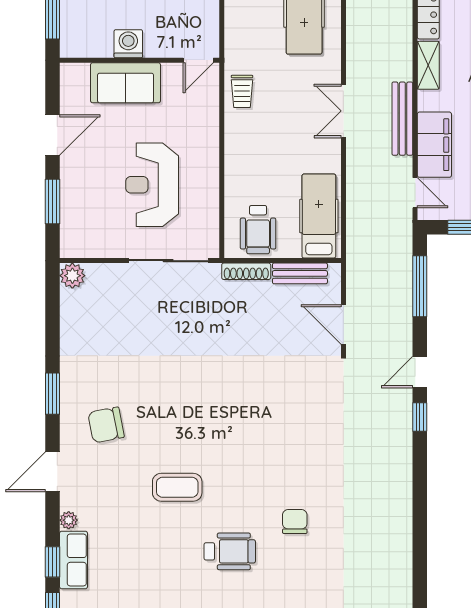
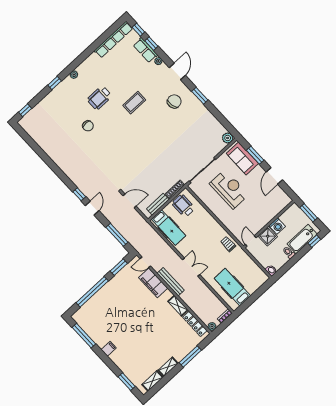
shower: (161, 41) -> (268, 236), added
sofa: (126, 83) -> (242, 158), moved, turned -90

